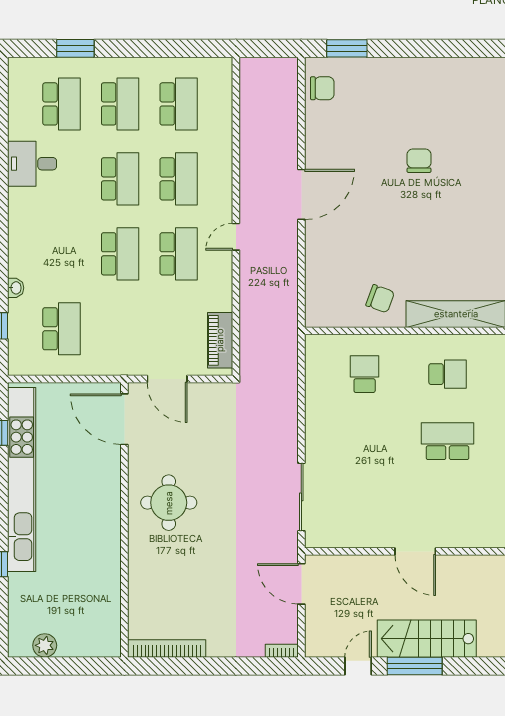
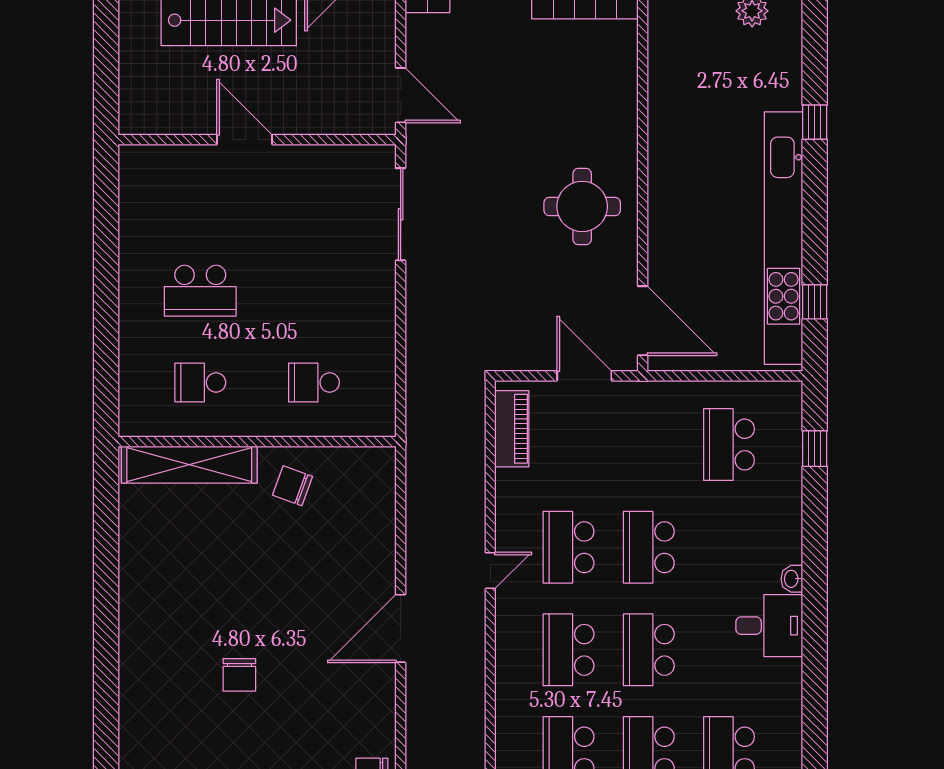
desk: (32, 164) -> (769, 626), moved
washbasin: (16, 288) -> (792, 579), moved
school desk: (365, 374) -> (314, 382), turned 90

